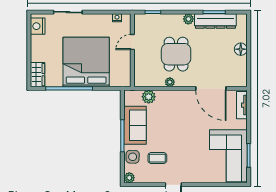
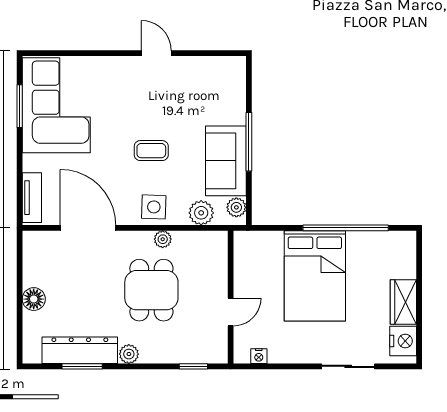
bed: (86, 62) -> (315, 276), width x0.73
wardrobe: (37, 75) -> (403, 302), moved
side table: (133, 157) -> (154, 207), moved
coffee table: (157, 158) -> (151, 151), moved
plant: (129, 178) -> (236, 207), moved

